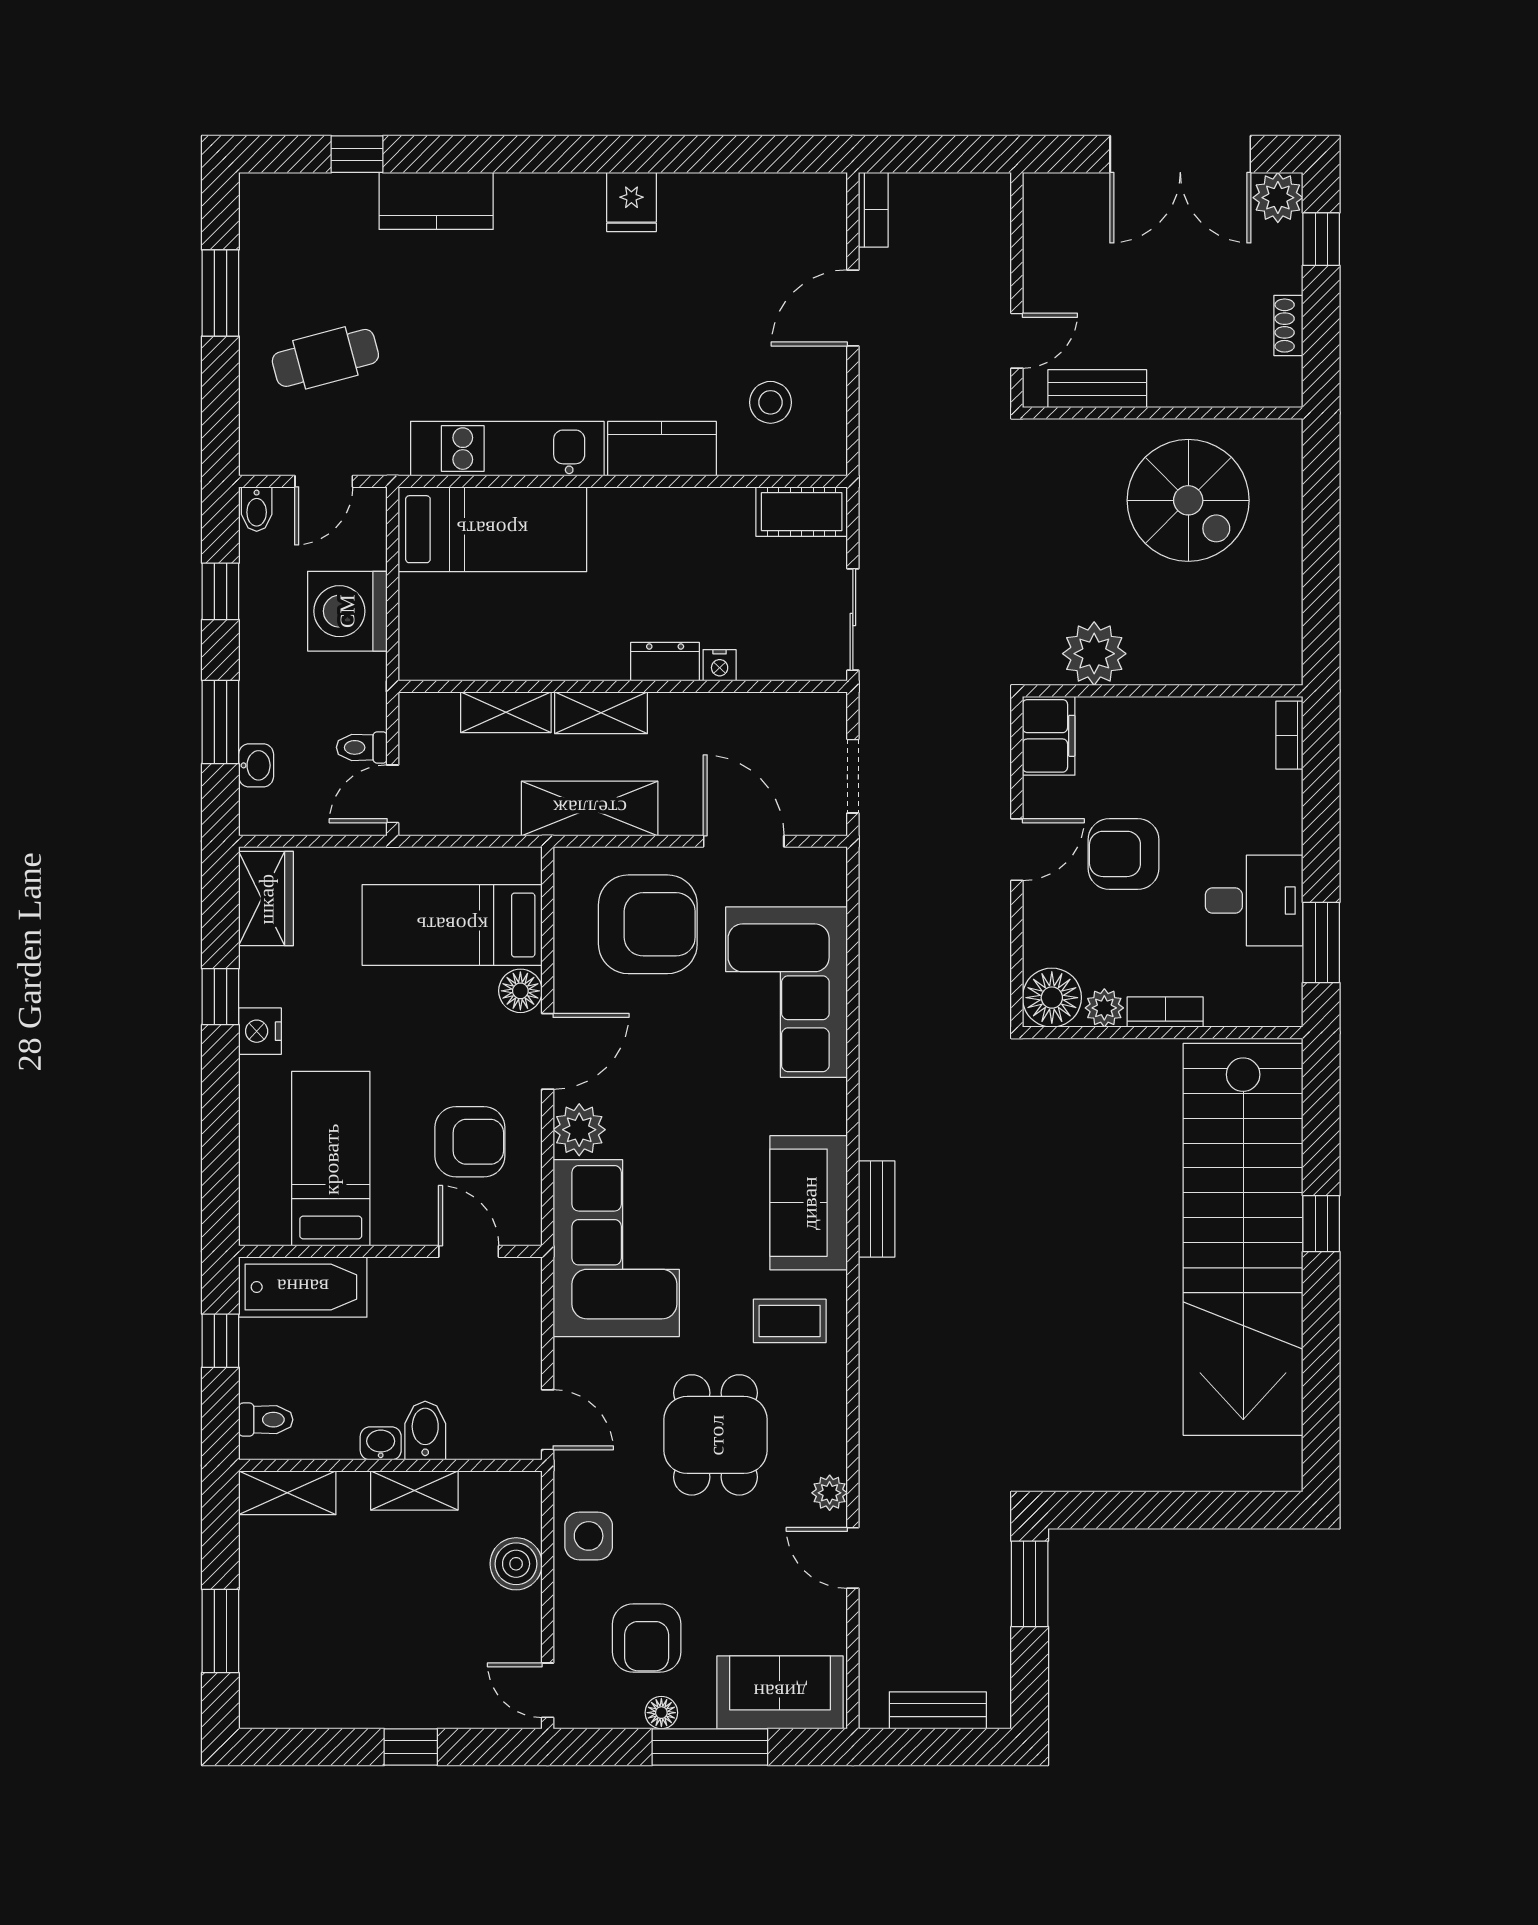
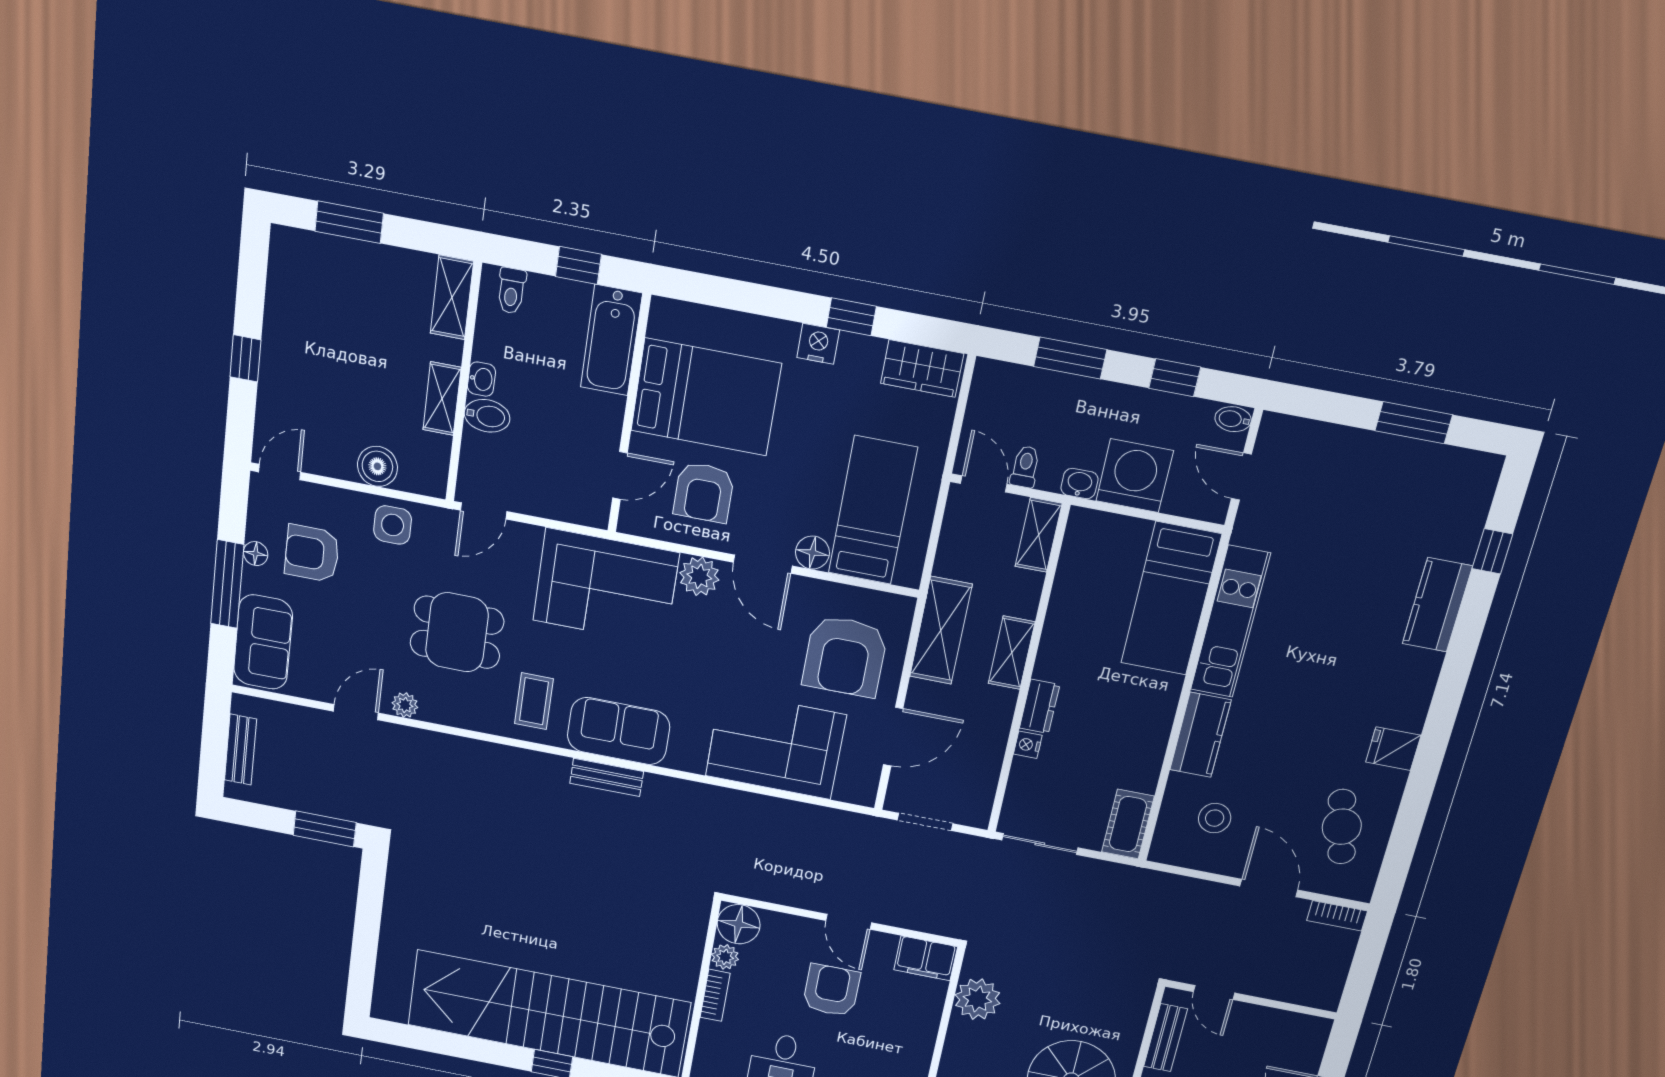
cafe table: (325, 358) -> (1342, 827), moved
shelving: (506, 712) -> (1039, 535), moved
washbasin: (256, 765) -> (1079, 484), moved, turned 180
bed: (331, 1159) -> (706, 397), width x1.50

